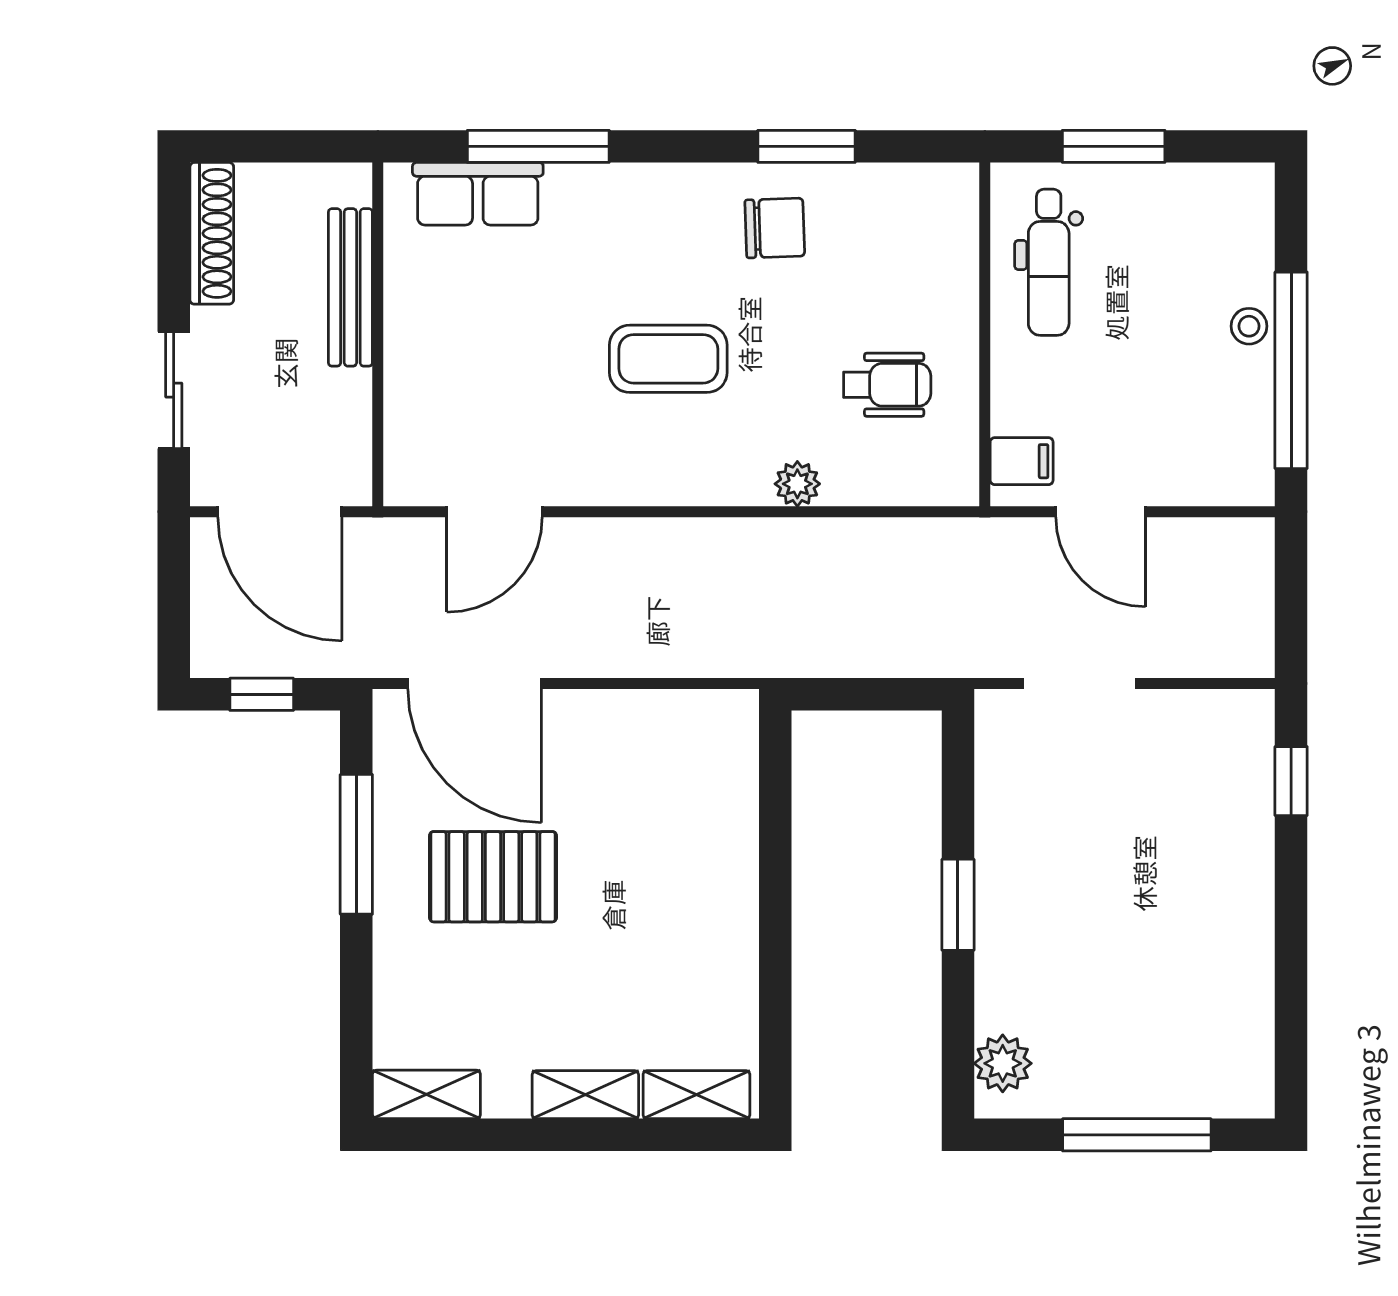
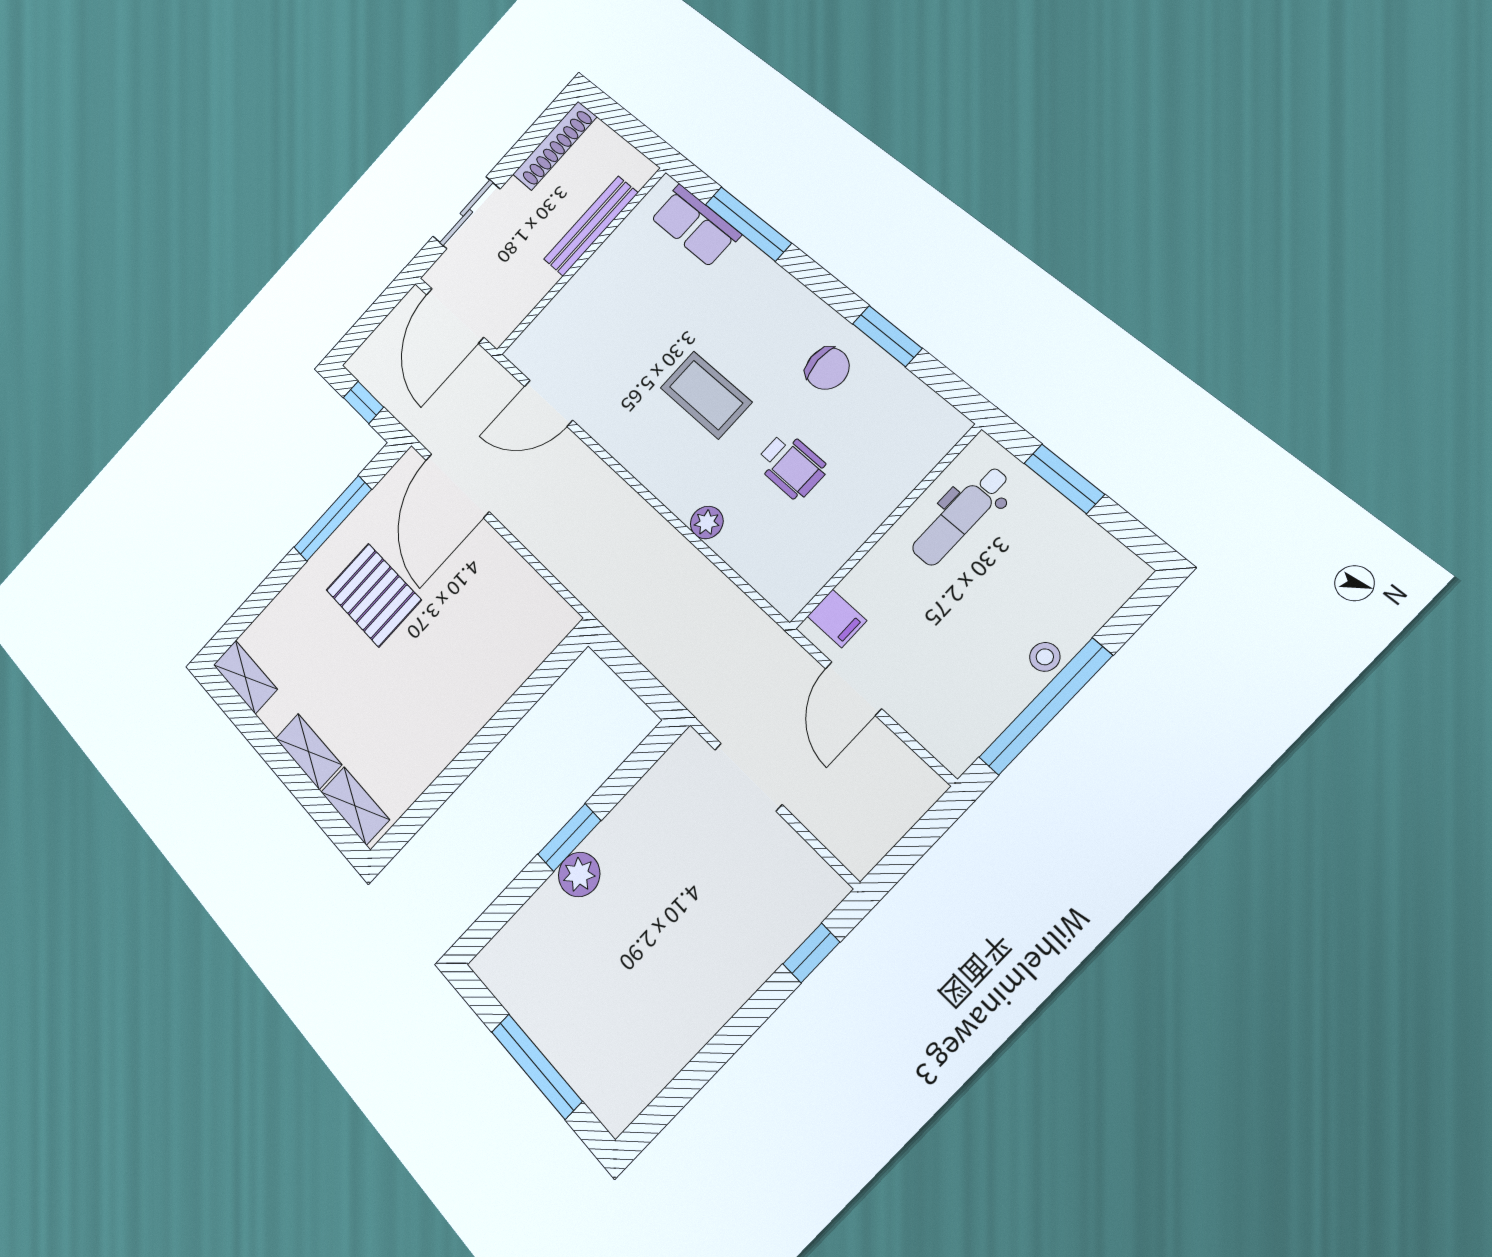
wheelchair: (887, 385) -> (792, 466), moved
plant: (1003, 1063) -> (579, 874), moved

